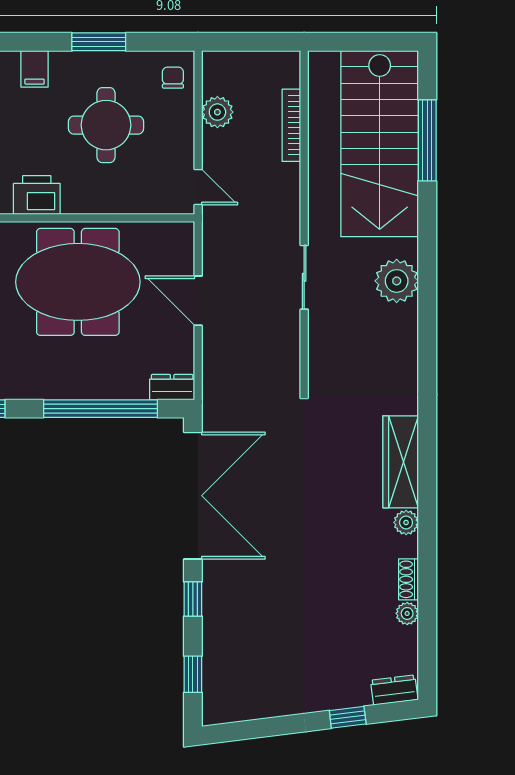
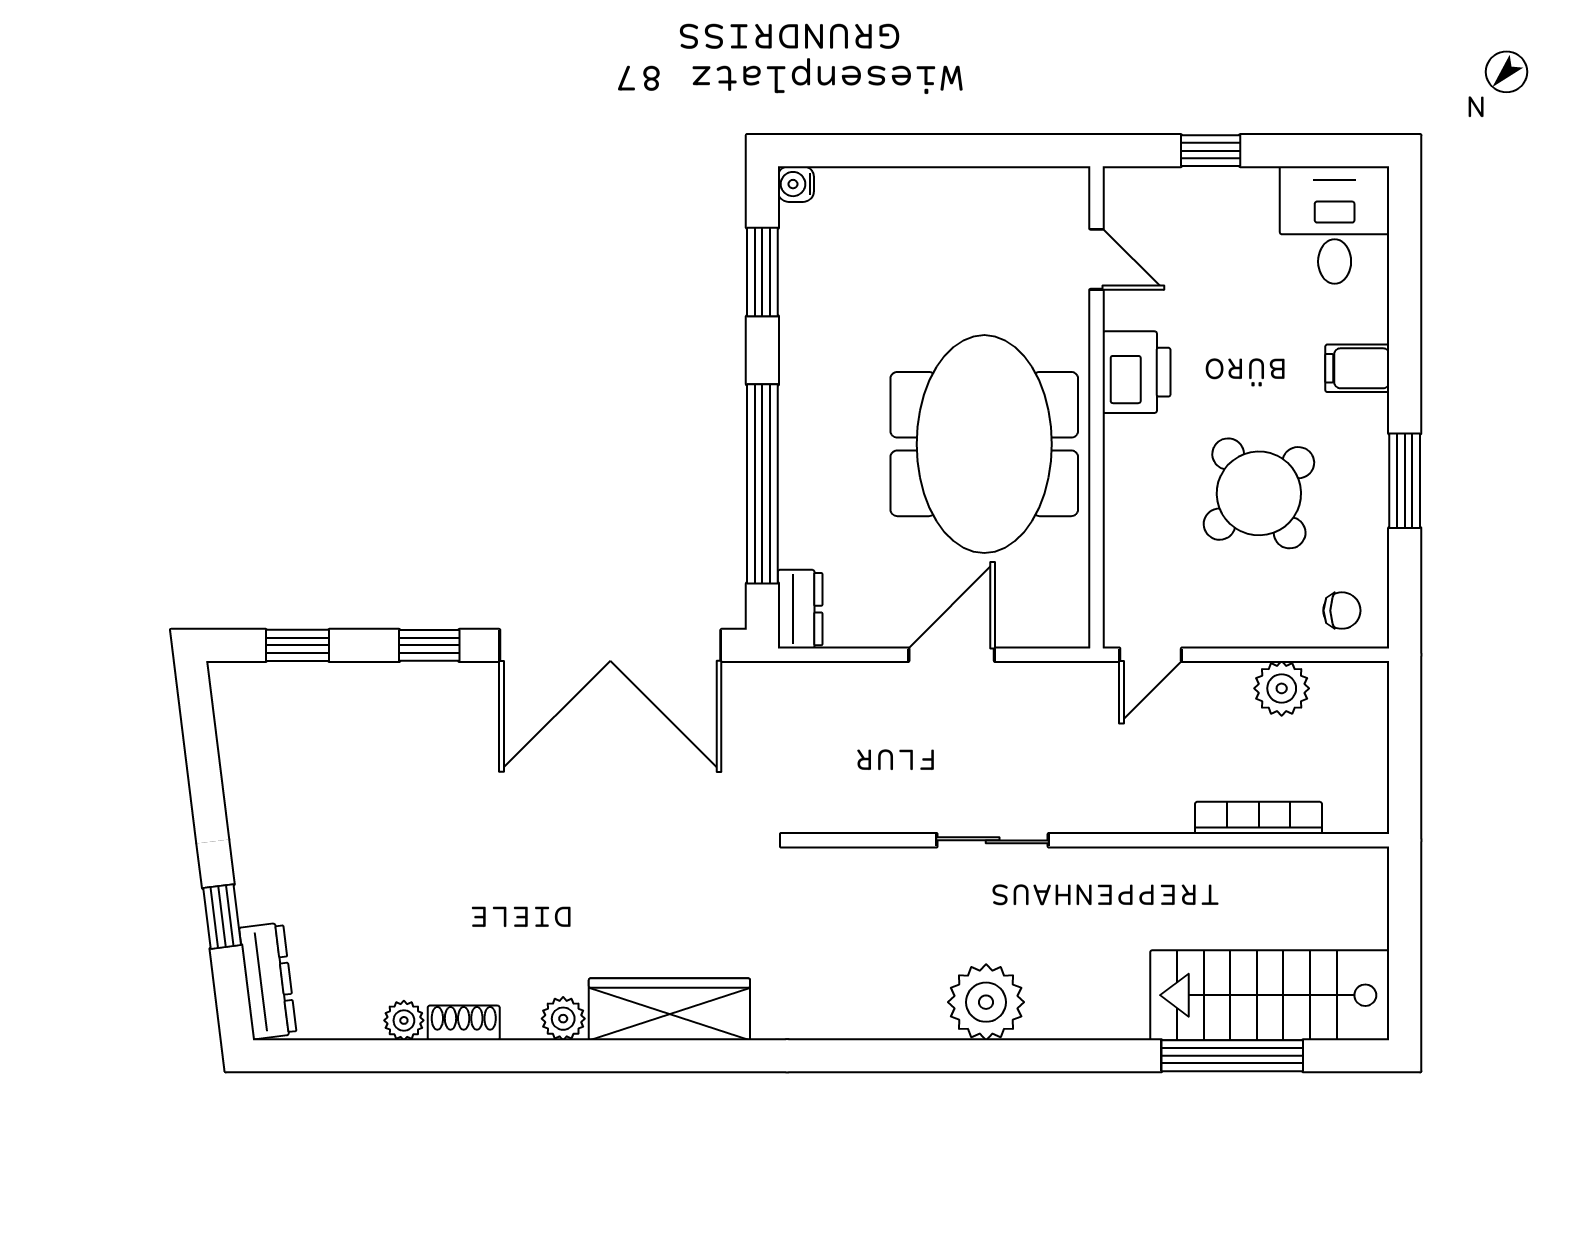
round table: (106, 125) -> (1259, 493), turned -38
stairs: (380, 144) -> (1270, 995), width x0.73, depth x0.66
dresser: (394, 690) -> (268, 981), width x1.44

